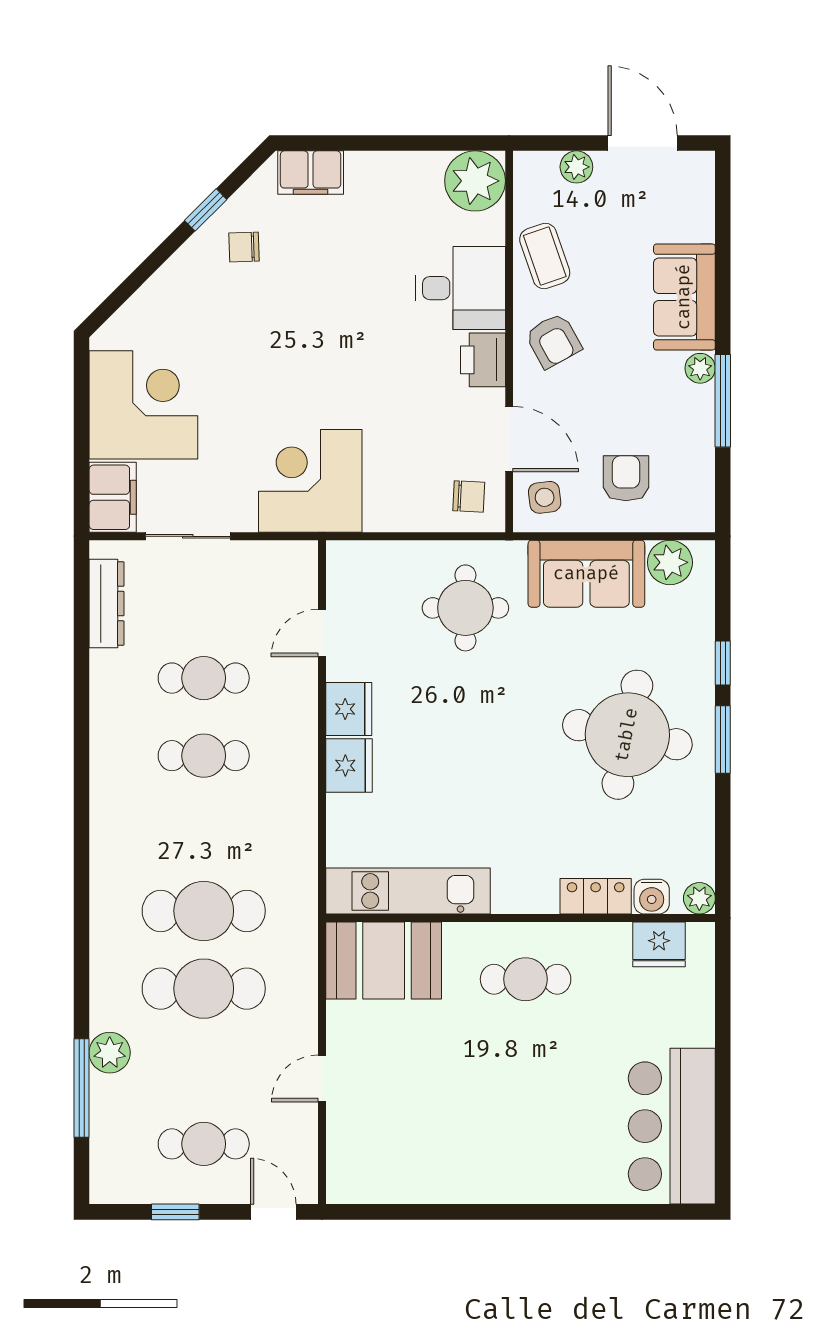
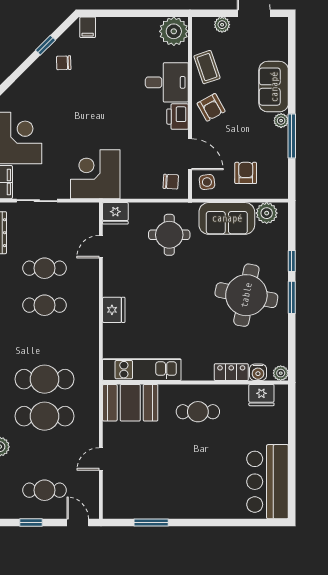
filing cabinet: (311, 173) -> (88, 27), width x0.50
fridge: (349, 709) -> (115, 213), moved, turned 90
window: (428, 1212) -> (151, 523), added

